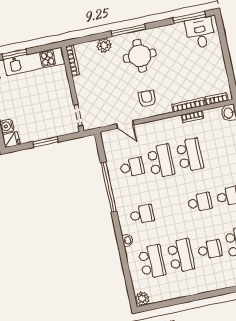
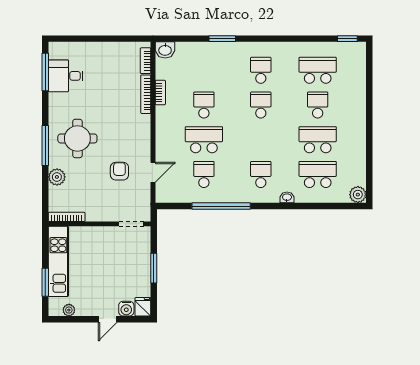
desk: (200, 33) -> (66, 76), moved
armchair: (147, 99) -> (119, 171), moved, turned 90
school desk: (190, 155) -> (204, 105), width x0.54

